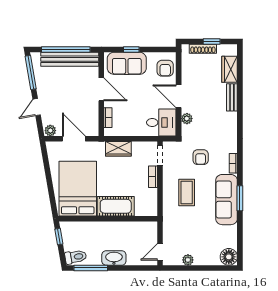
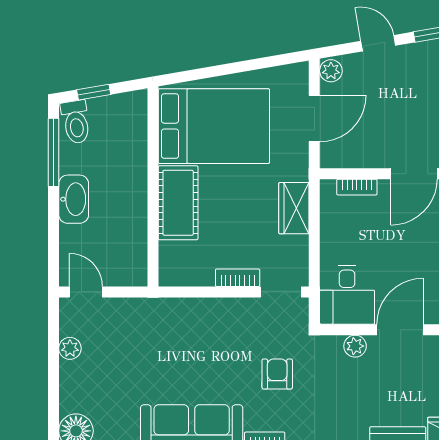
armchair: (201, 157) -> (277, 374), turned 90
coffee table: (187, 192) -> (206, 346), removed
window: (59, 237) -> (94, 92), moved

